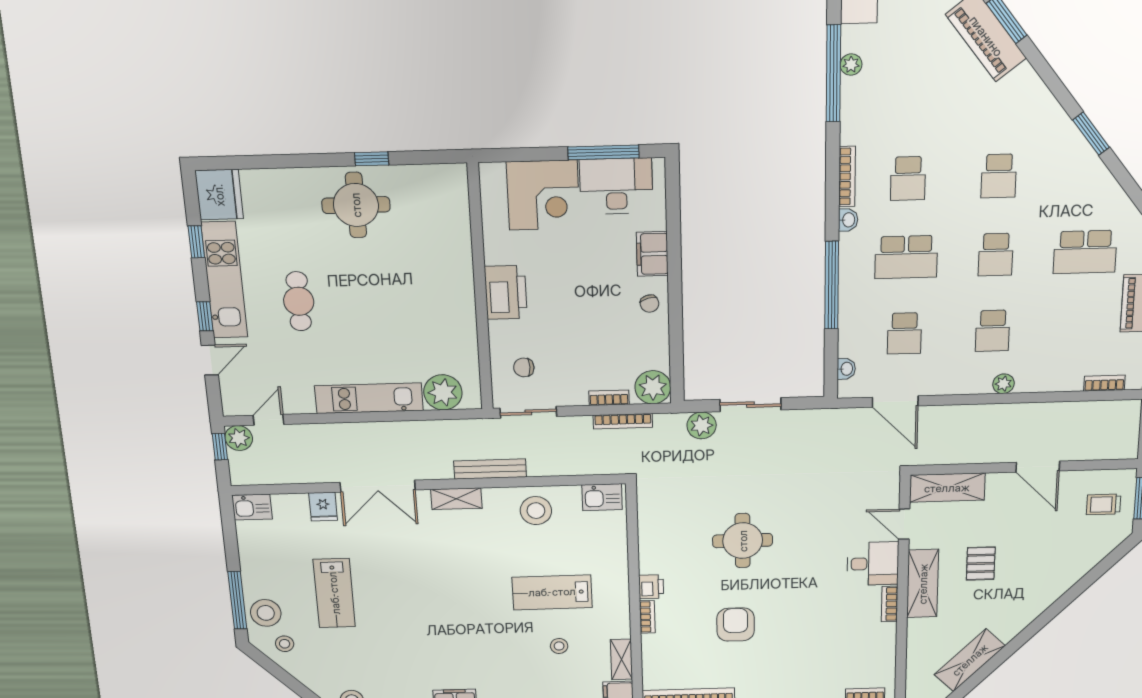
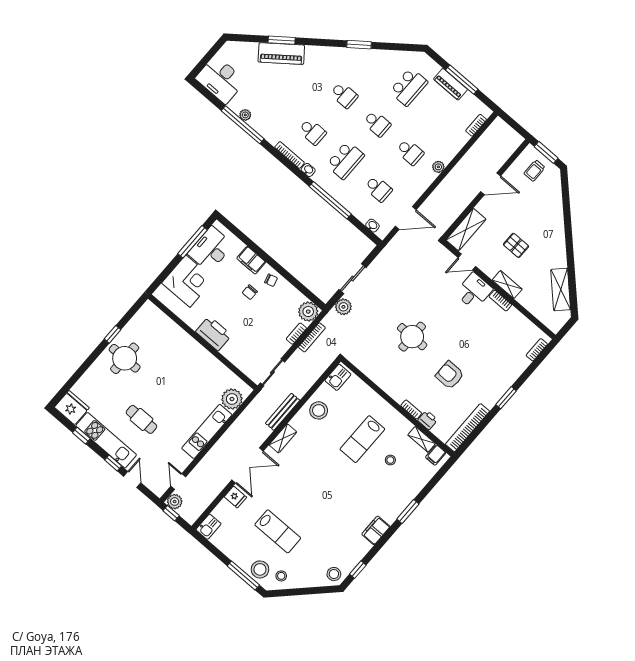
chair: (524, 367) -> (250, 292), moved
shelving: (923, 584) -> (507, 285), width x0.67, depth x0.75
printer: (651, 587) -> (428, 420), moved

